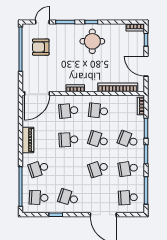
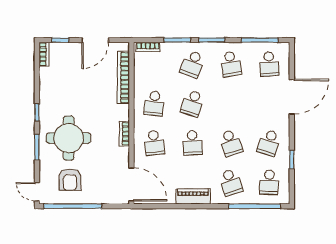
door: (42, 22) -> (37, 192), moved
round table: (92, 41) -> (69, 138), moved, width x1.36, depth x1.36
school desk: (98, 169) -> (231, 143), moved

